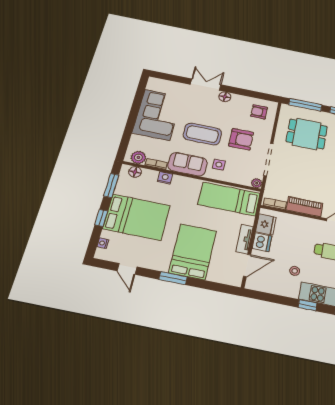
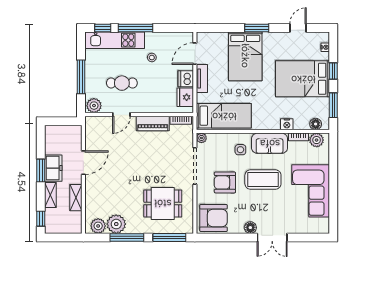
armchair: (259, 112) -> (213, 218), width x1.88, depth x1.88
door: (127, 269) -> (298, 28), hinge flipped
window: (308, 305) -> (135, 28), width x2.17

